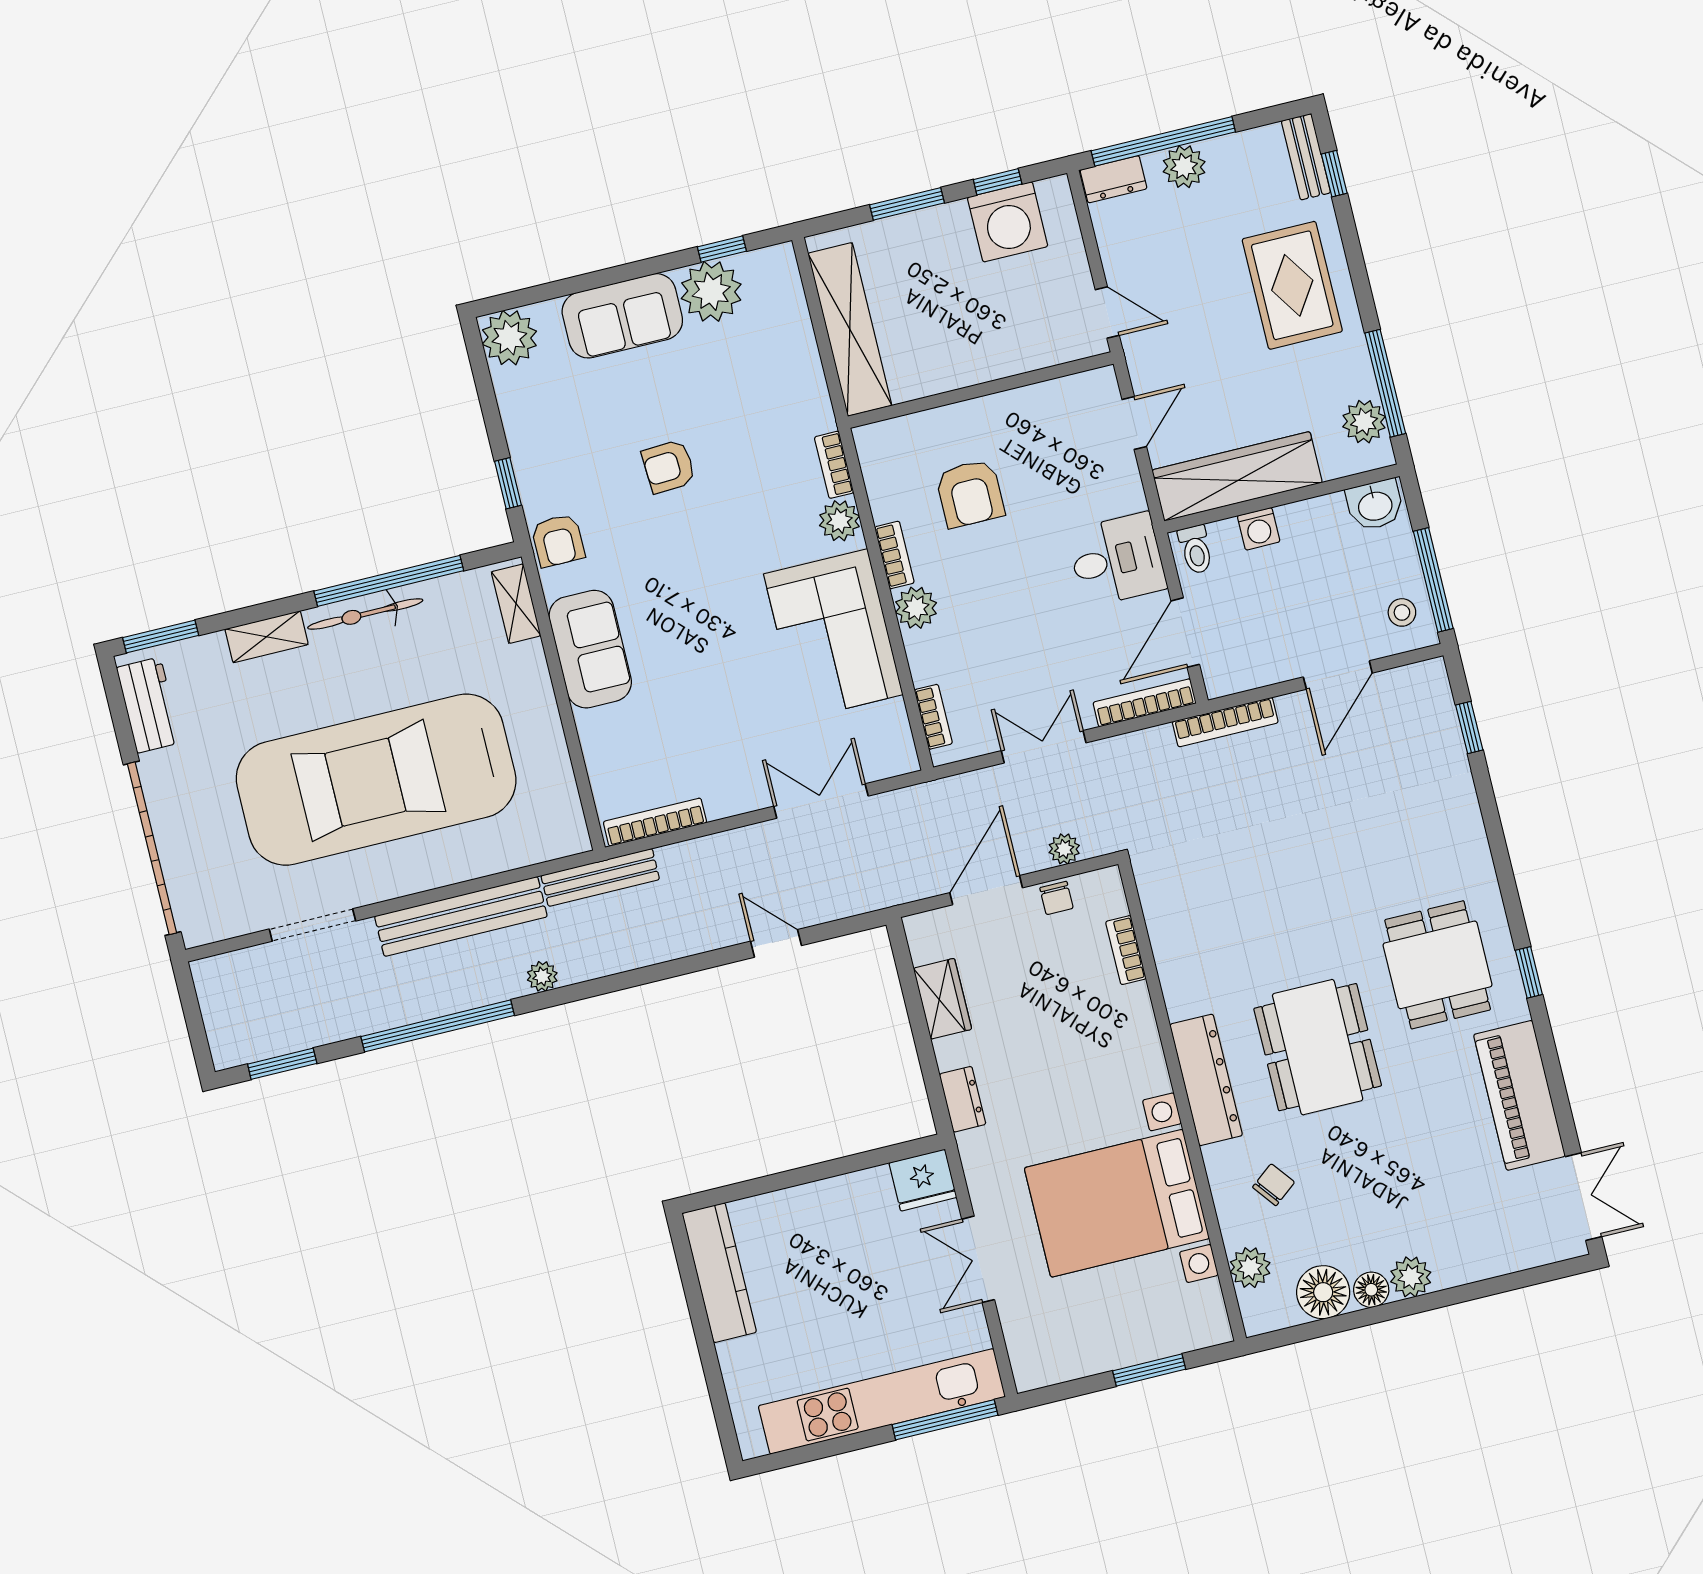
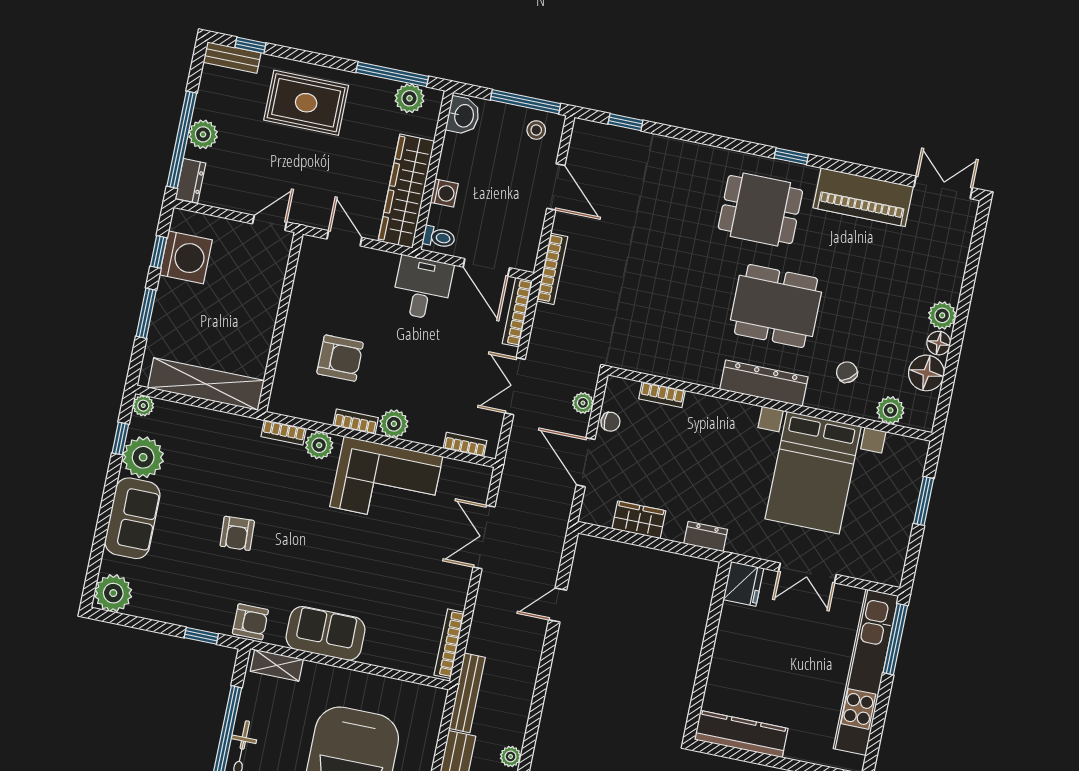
plant: (781, 259) -> (143, 406), added

